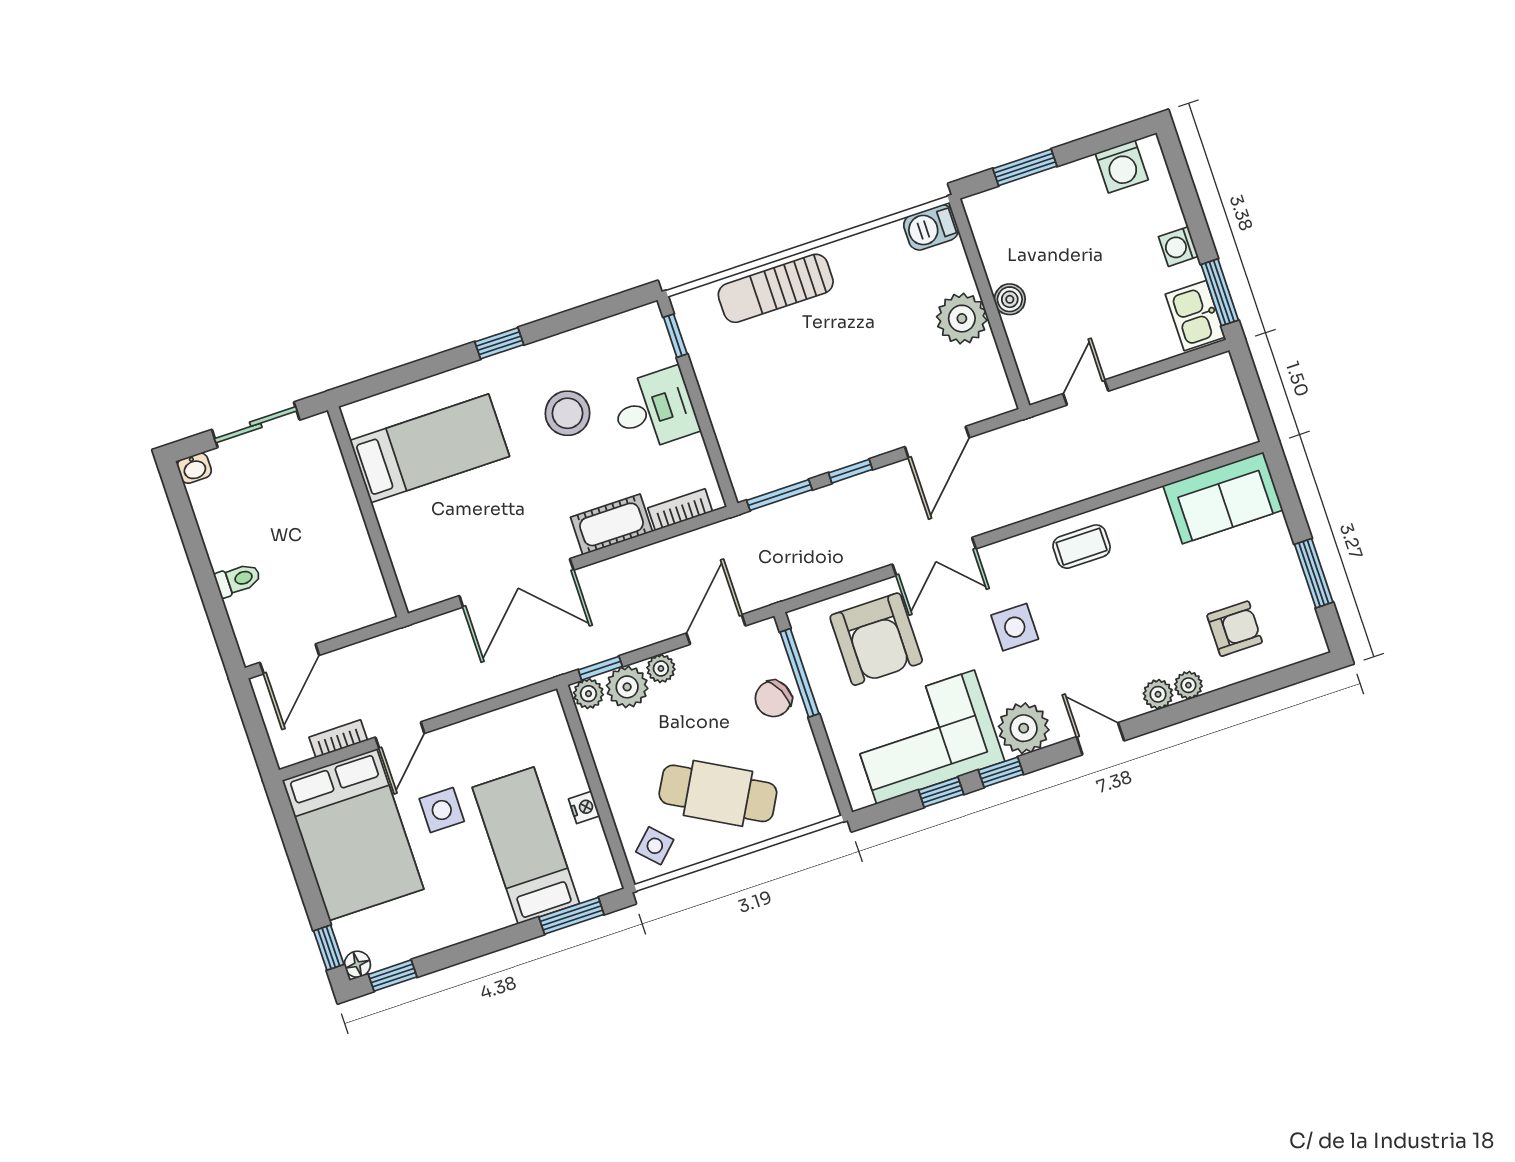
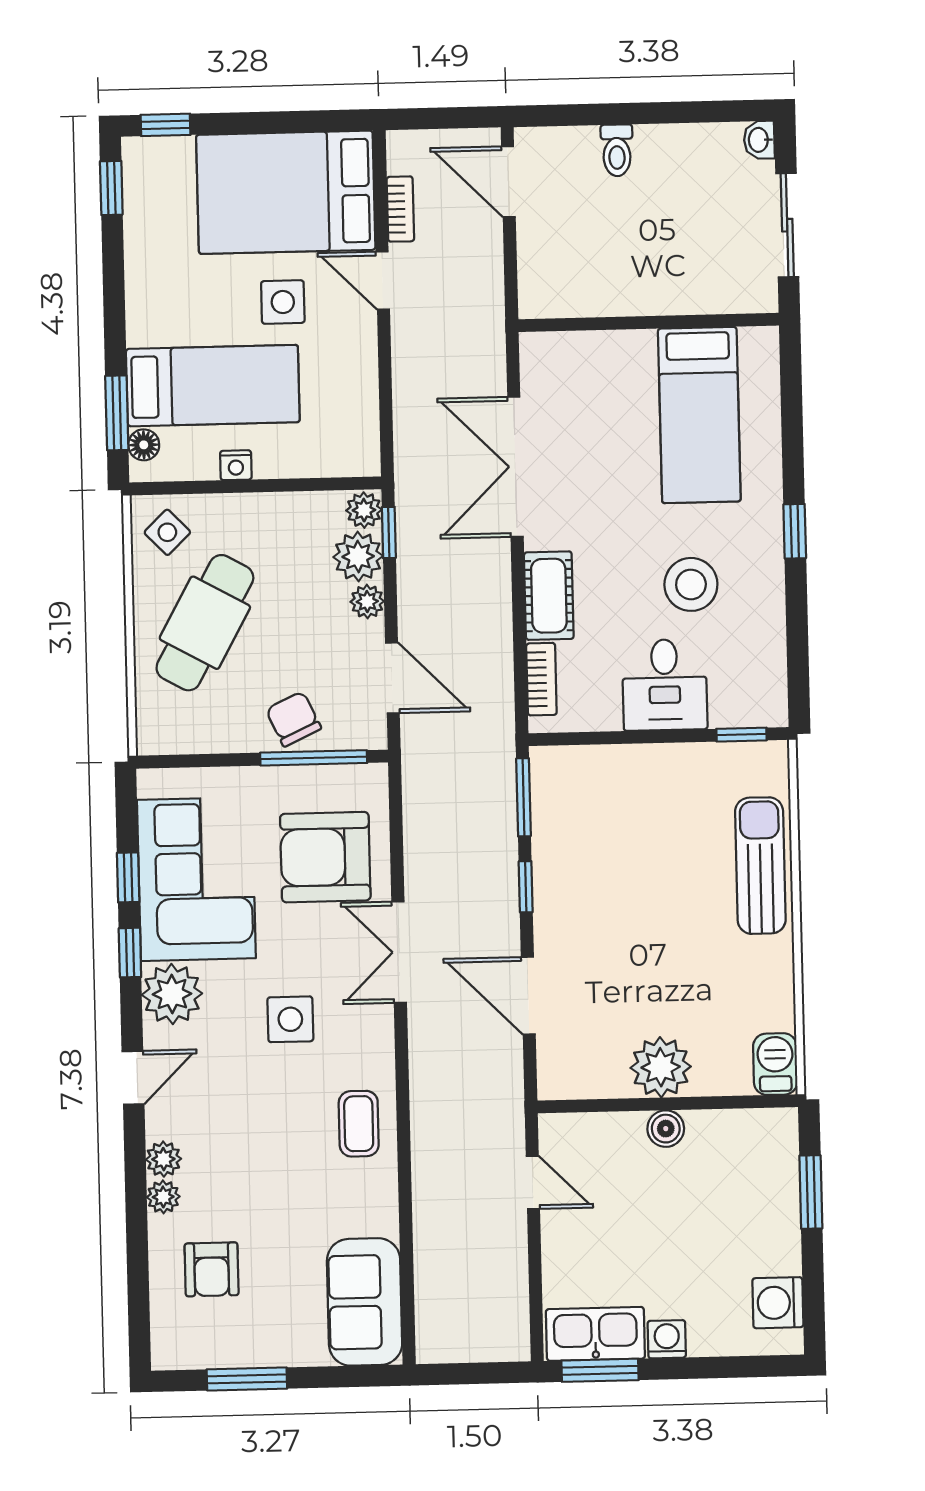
kitchen sink: (1195, 316) -> (595, 1334), width x1.38
floor lamp: (357, 964) -> (144, 445), moved

